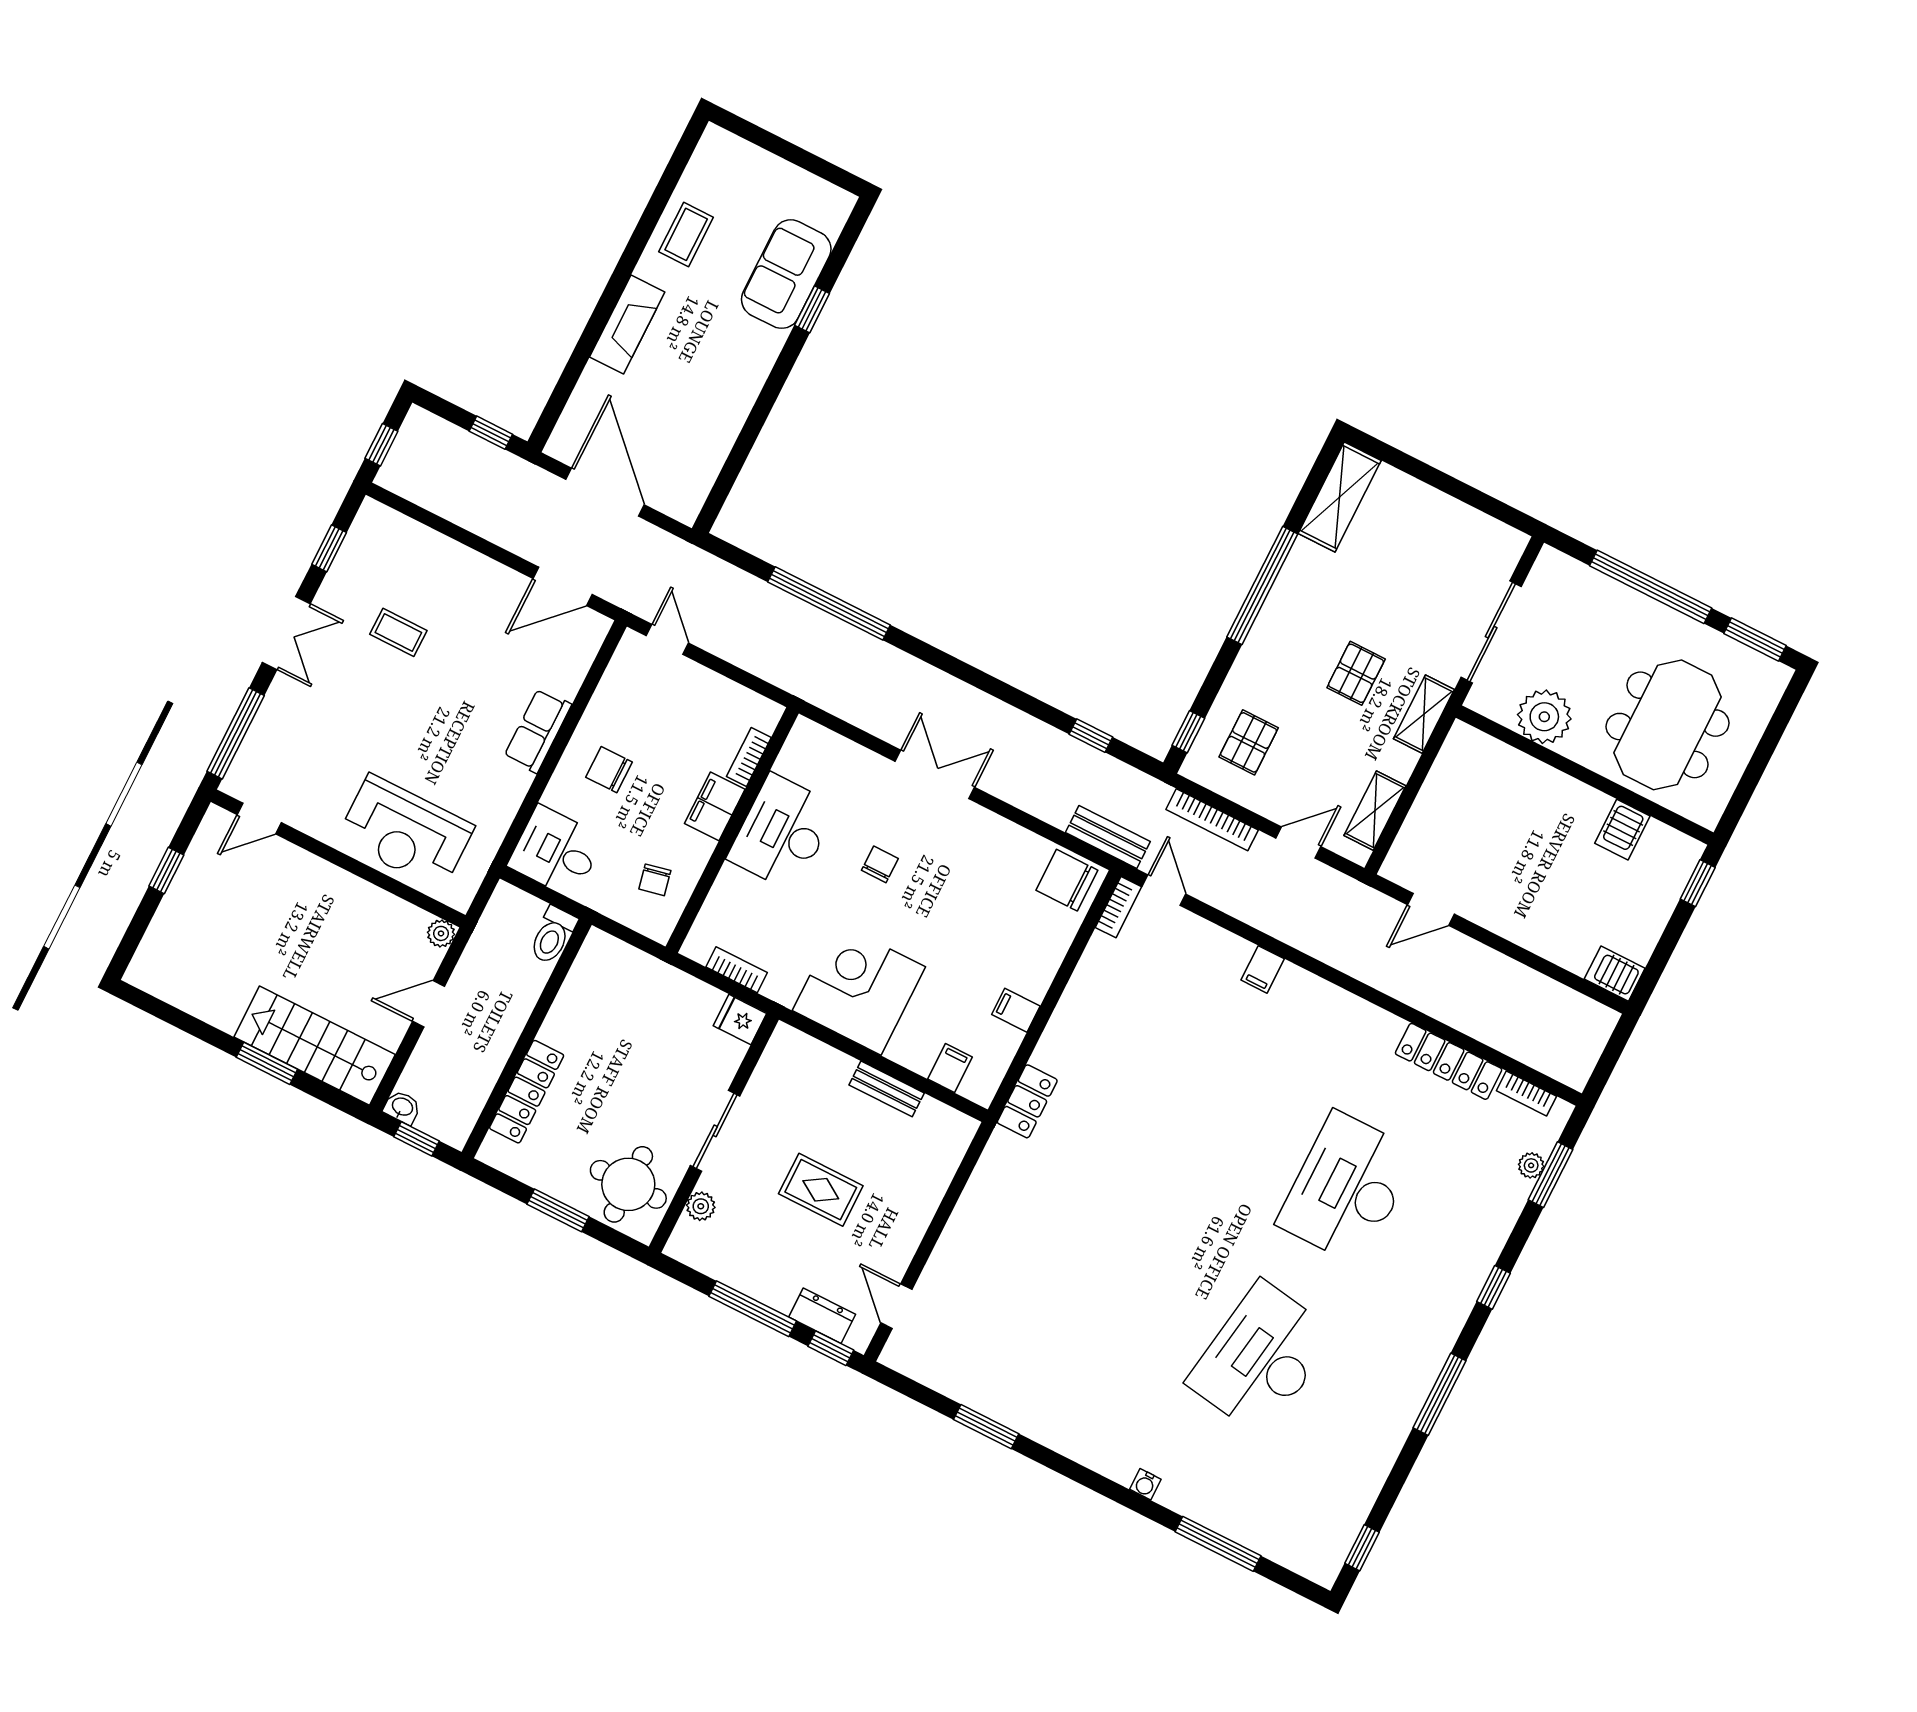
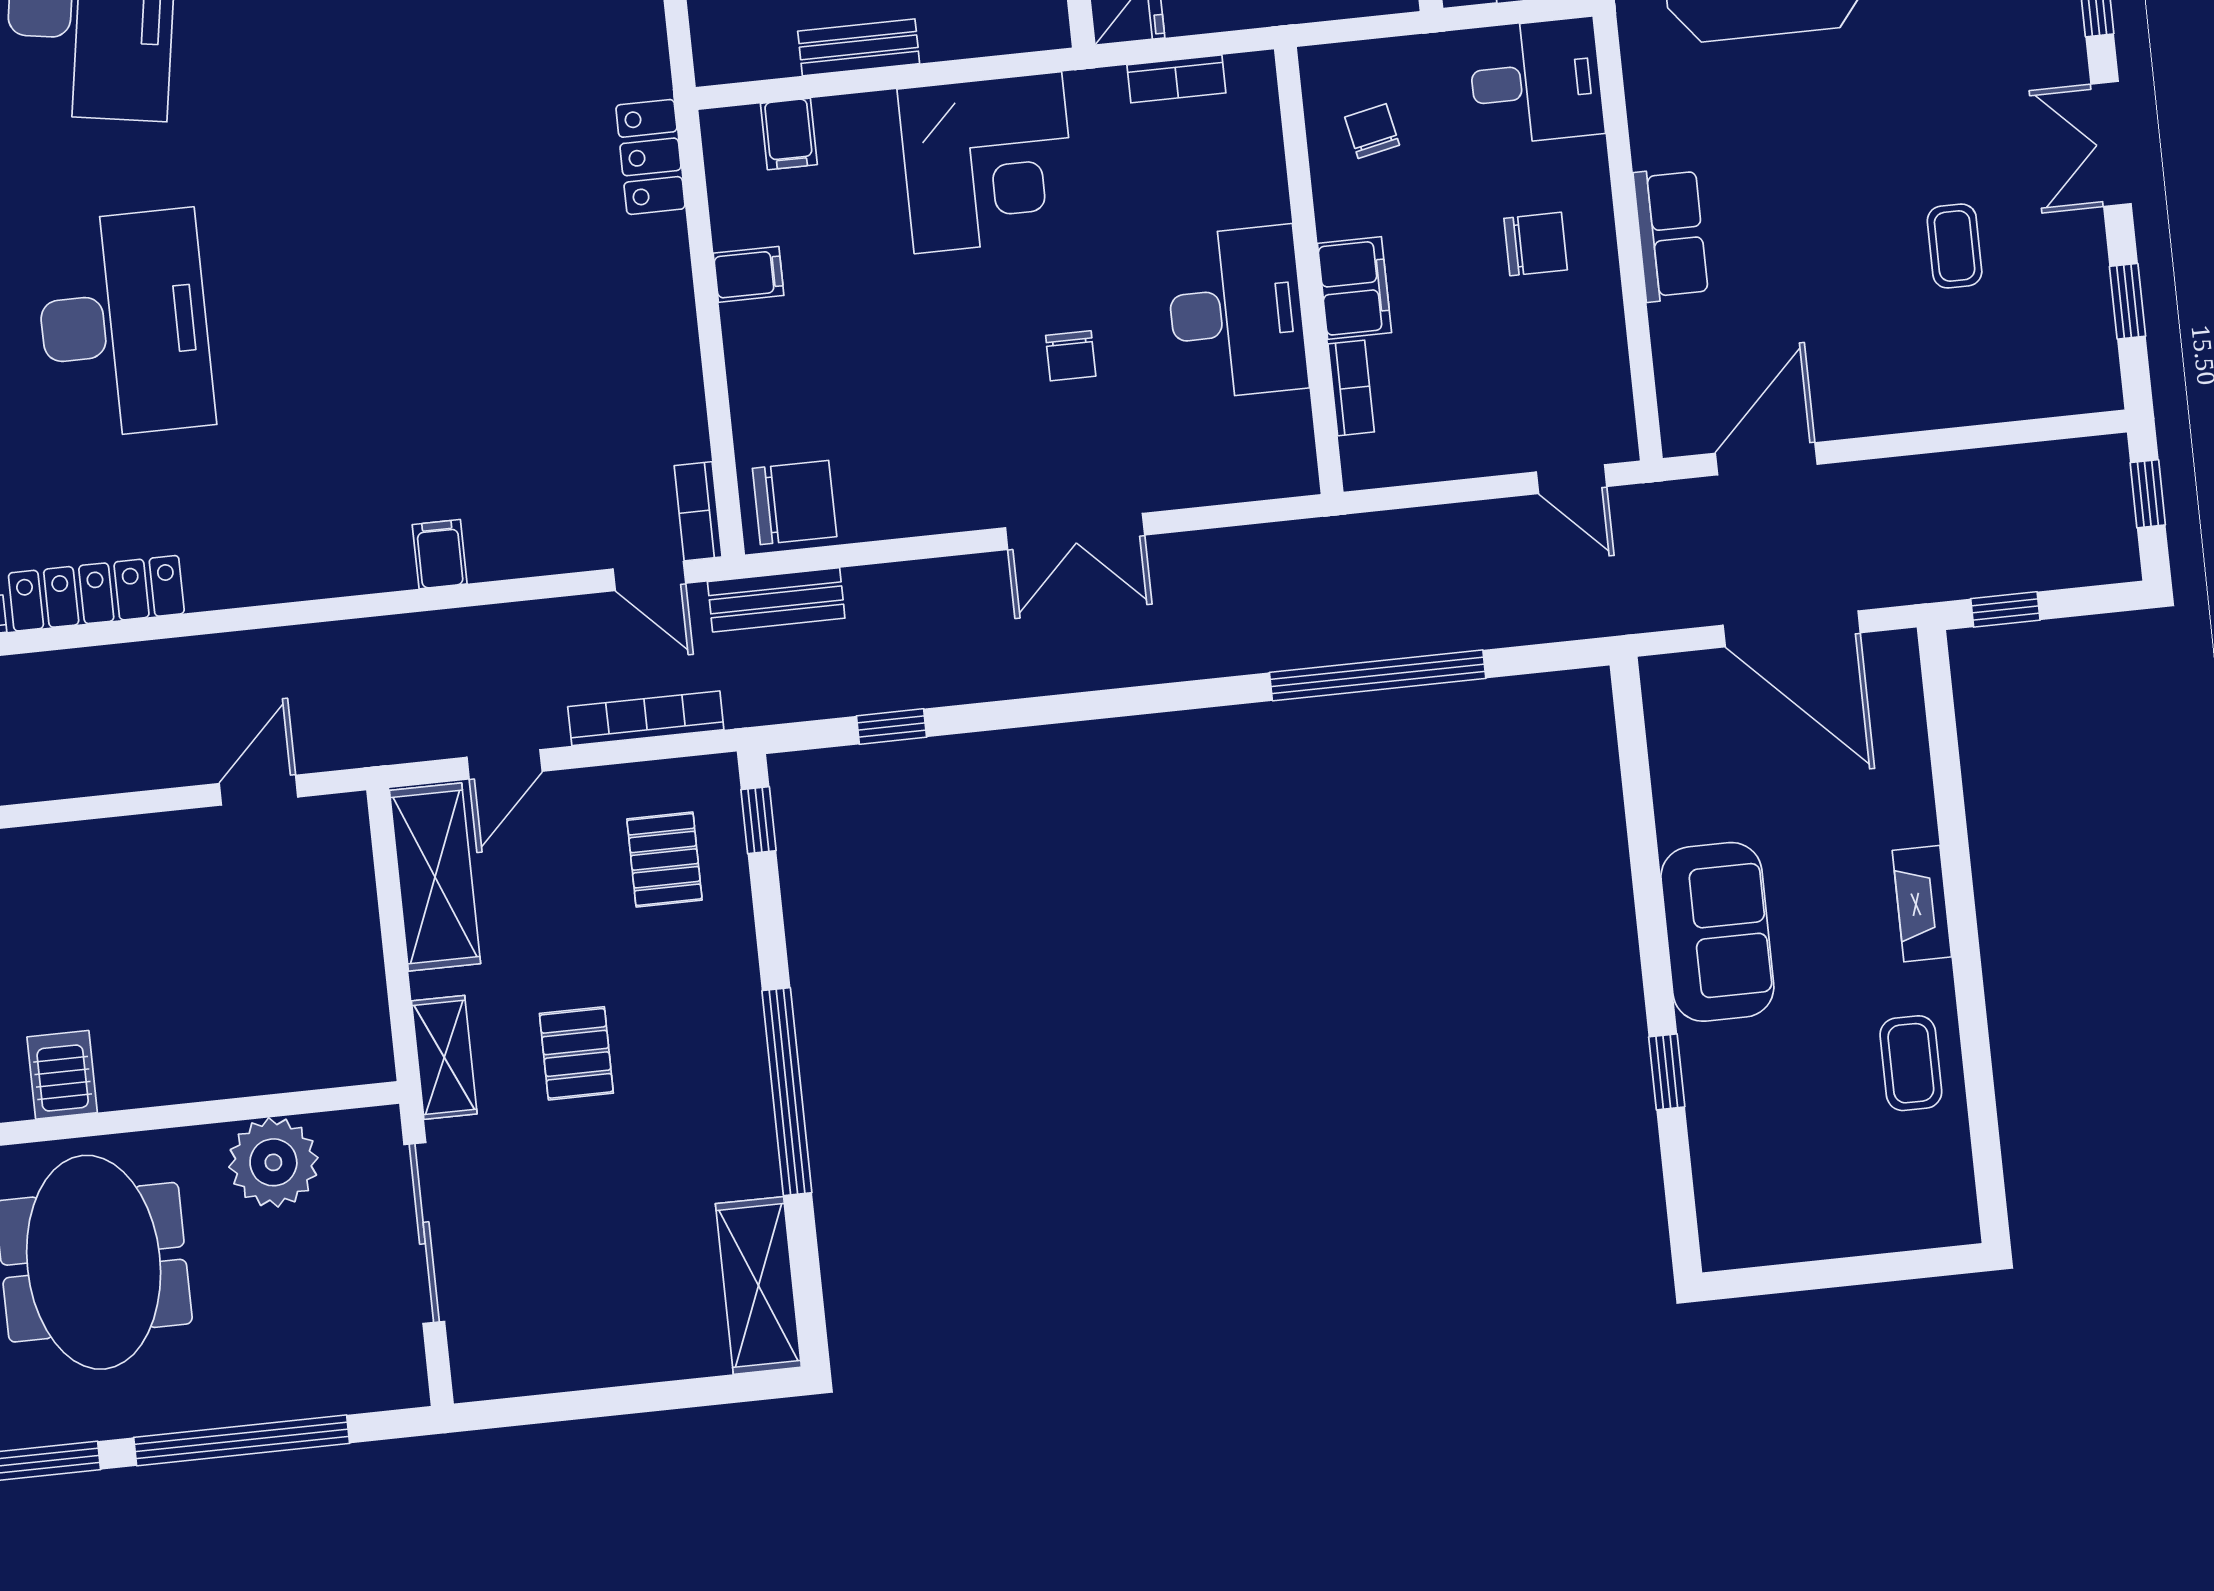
sofa: (786, 274) -> (1717, 932), moved
fireplace: (627, 324) -> (1922, 904), width x0.73, depth x0.76
coffee table: (398, 632) -> (1955, 246), turned 90
shelving: (1375, 811) -> (435, 877), width x1.50, depth x1.33

